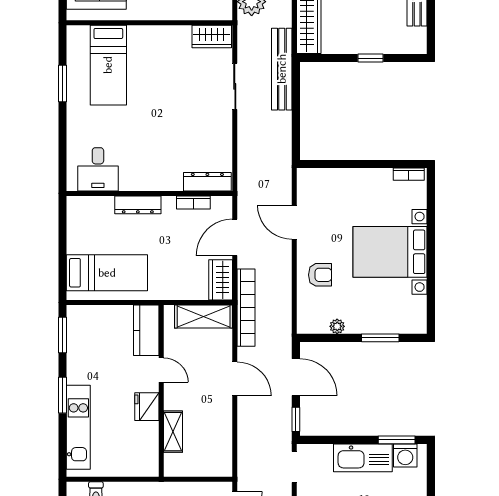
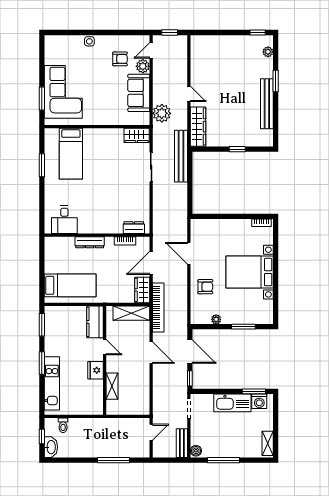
dresser: (207, 182) -> (134, 228), width x0.70

